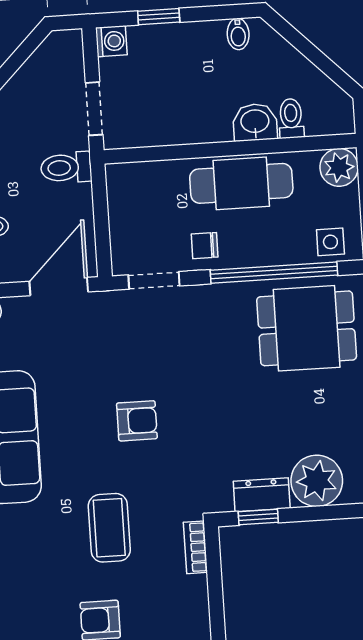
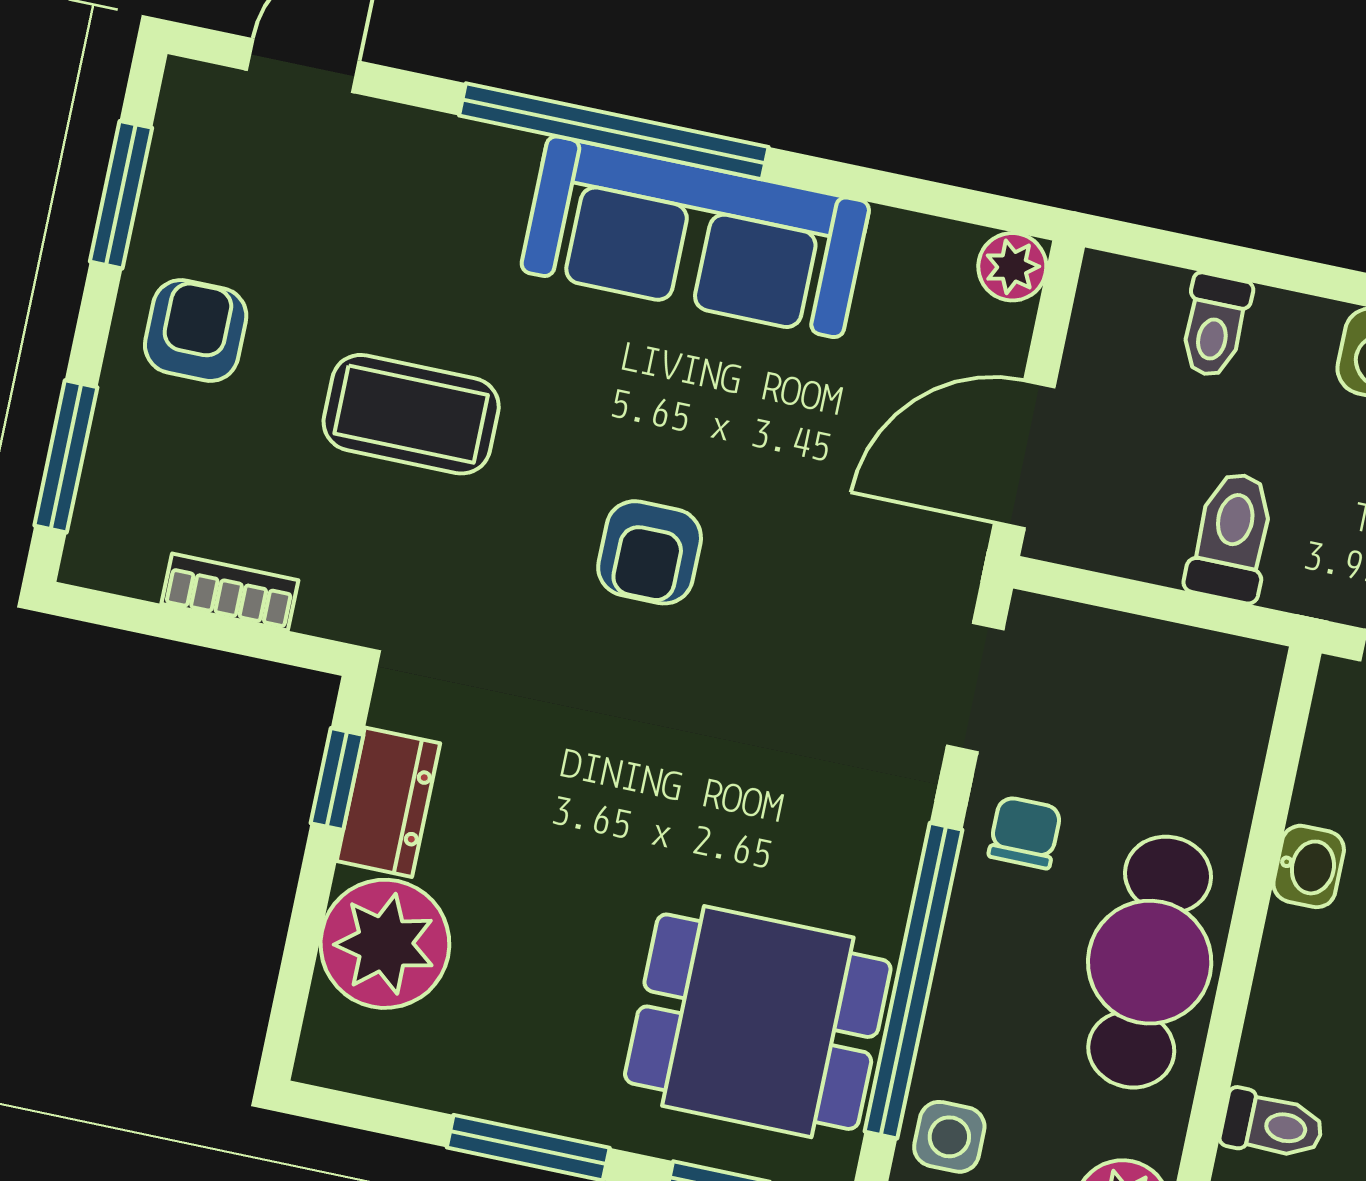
washbasin: (255, 122) -> (1309, 866), moved, width x0.72, depth x0.69
toilet: (66, 168) -> (1232, 537), moved
door: (59, 287) -> (1024, 455), swing flipped
dining table: (307, 328) -> (758, 1022), turned 90
bookcase: (196, 547) -> (230, 592), moved

